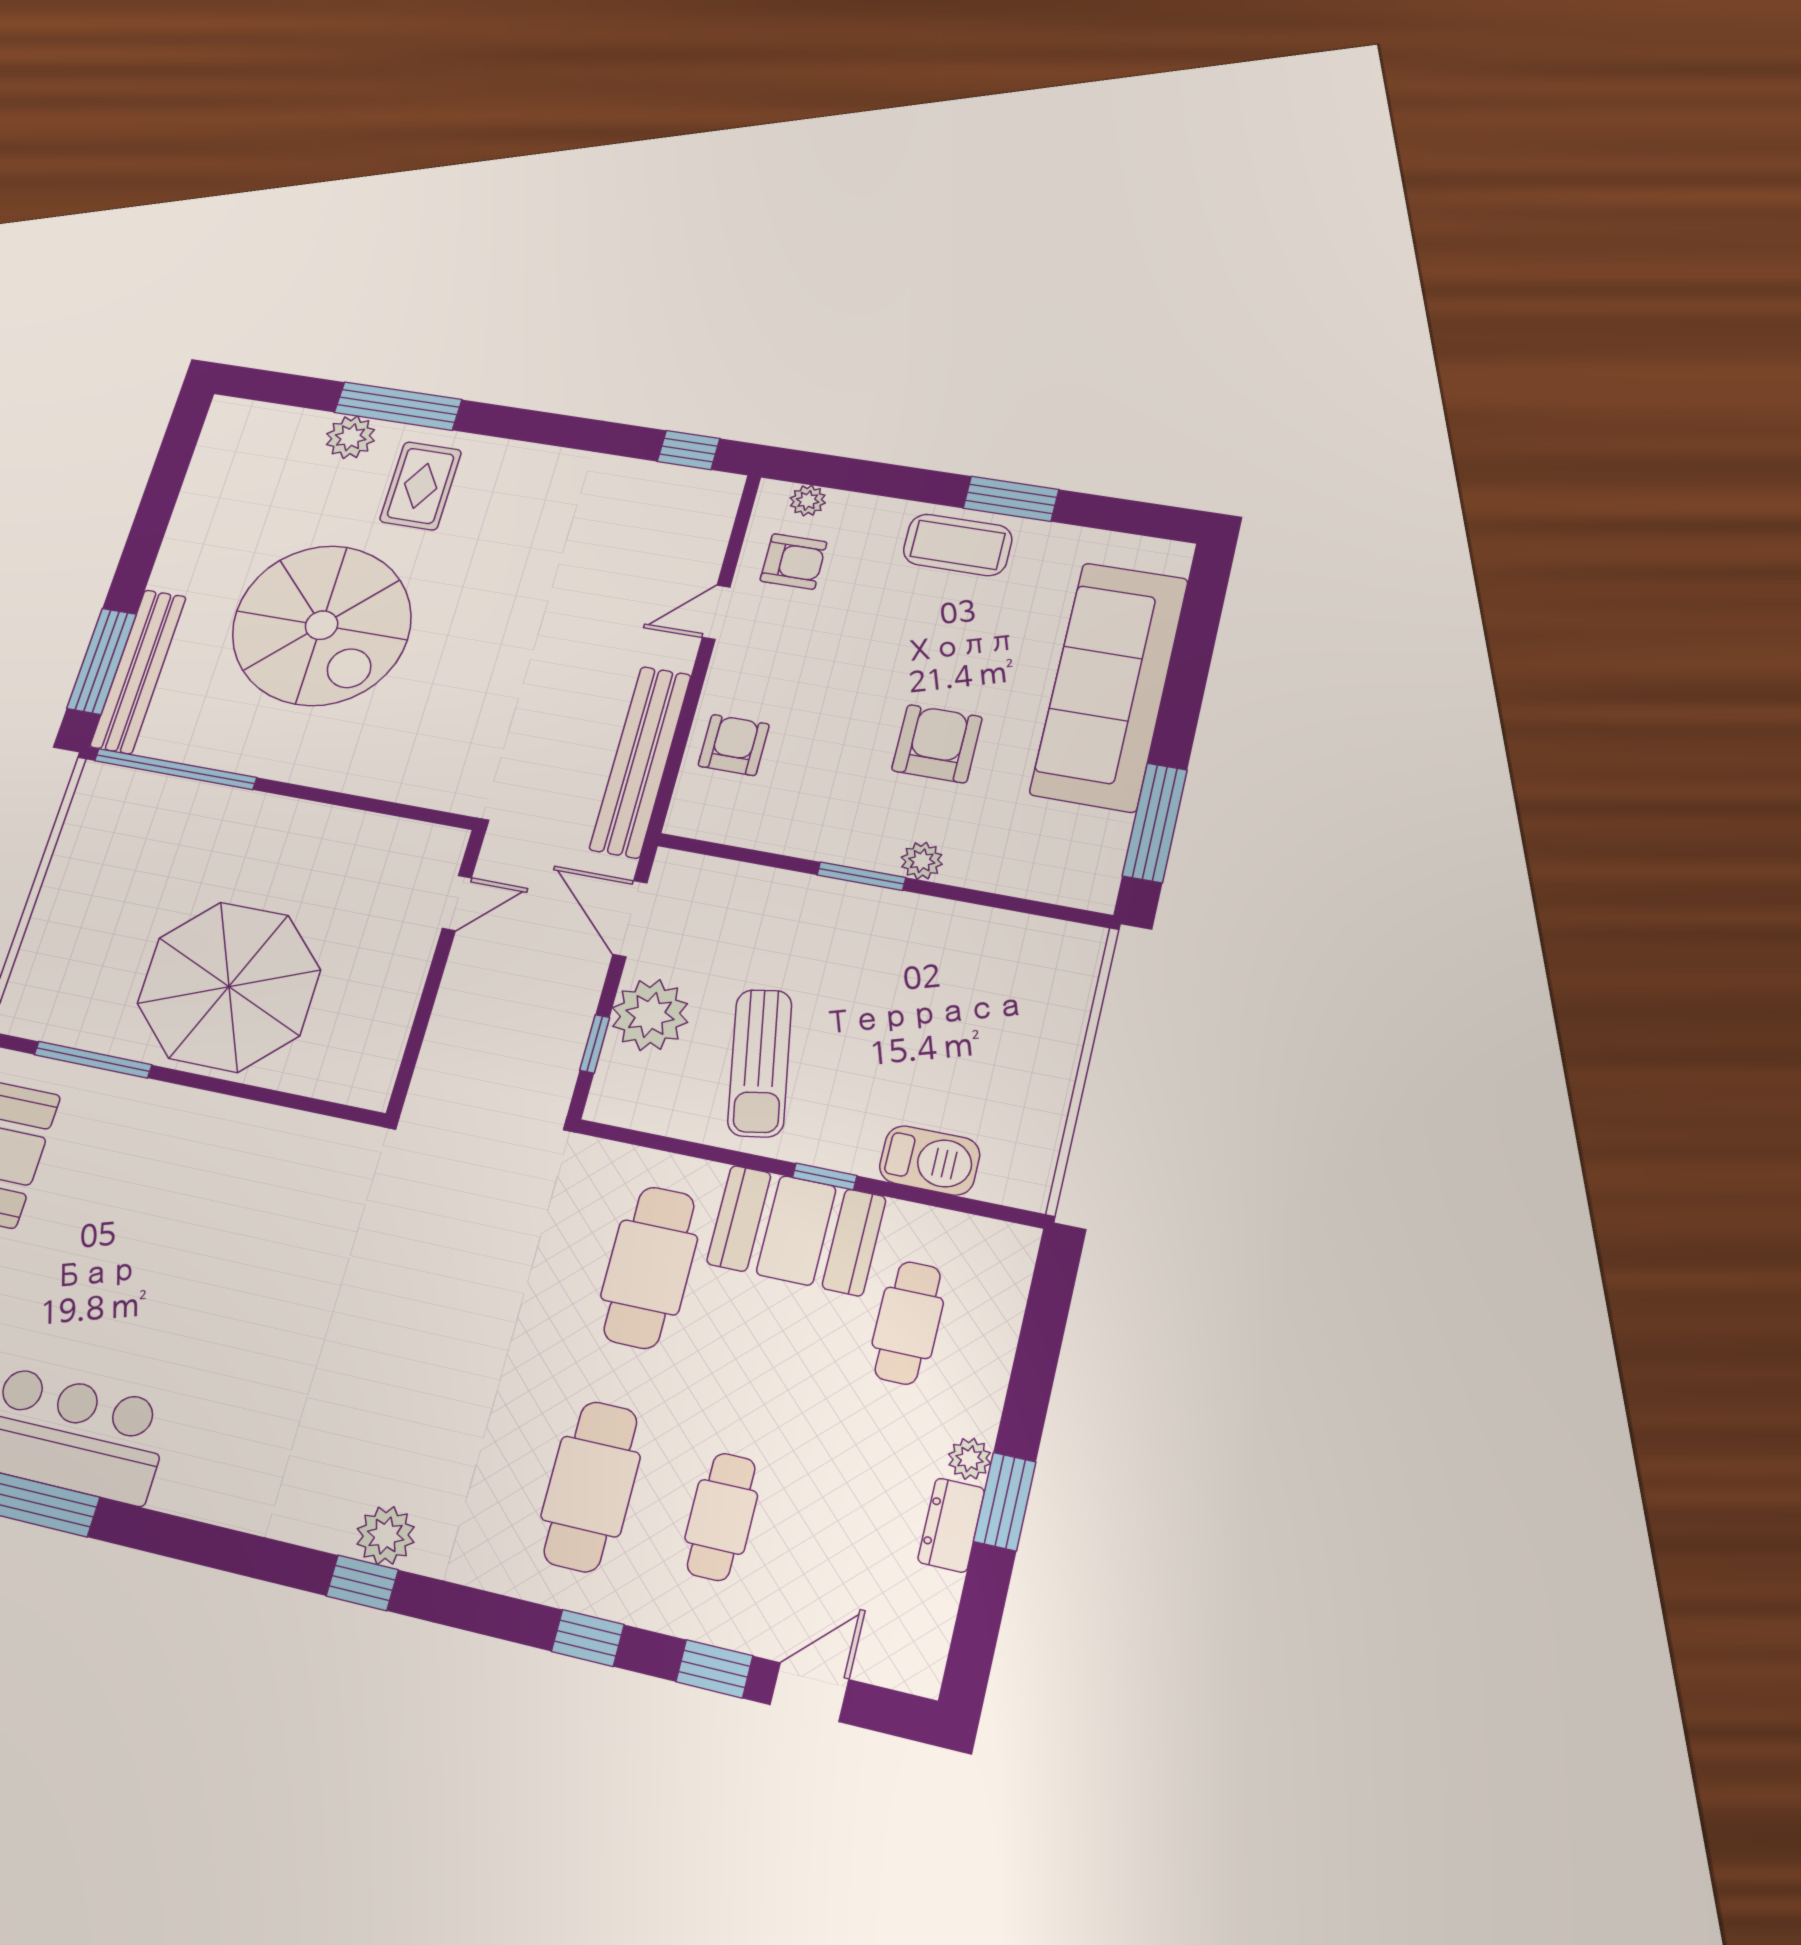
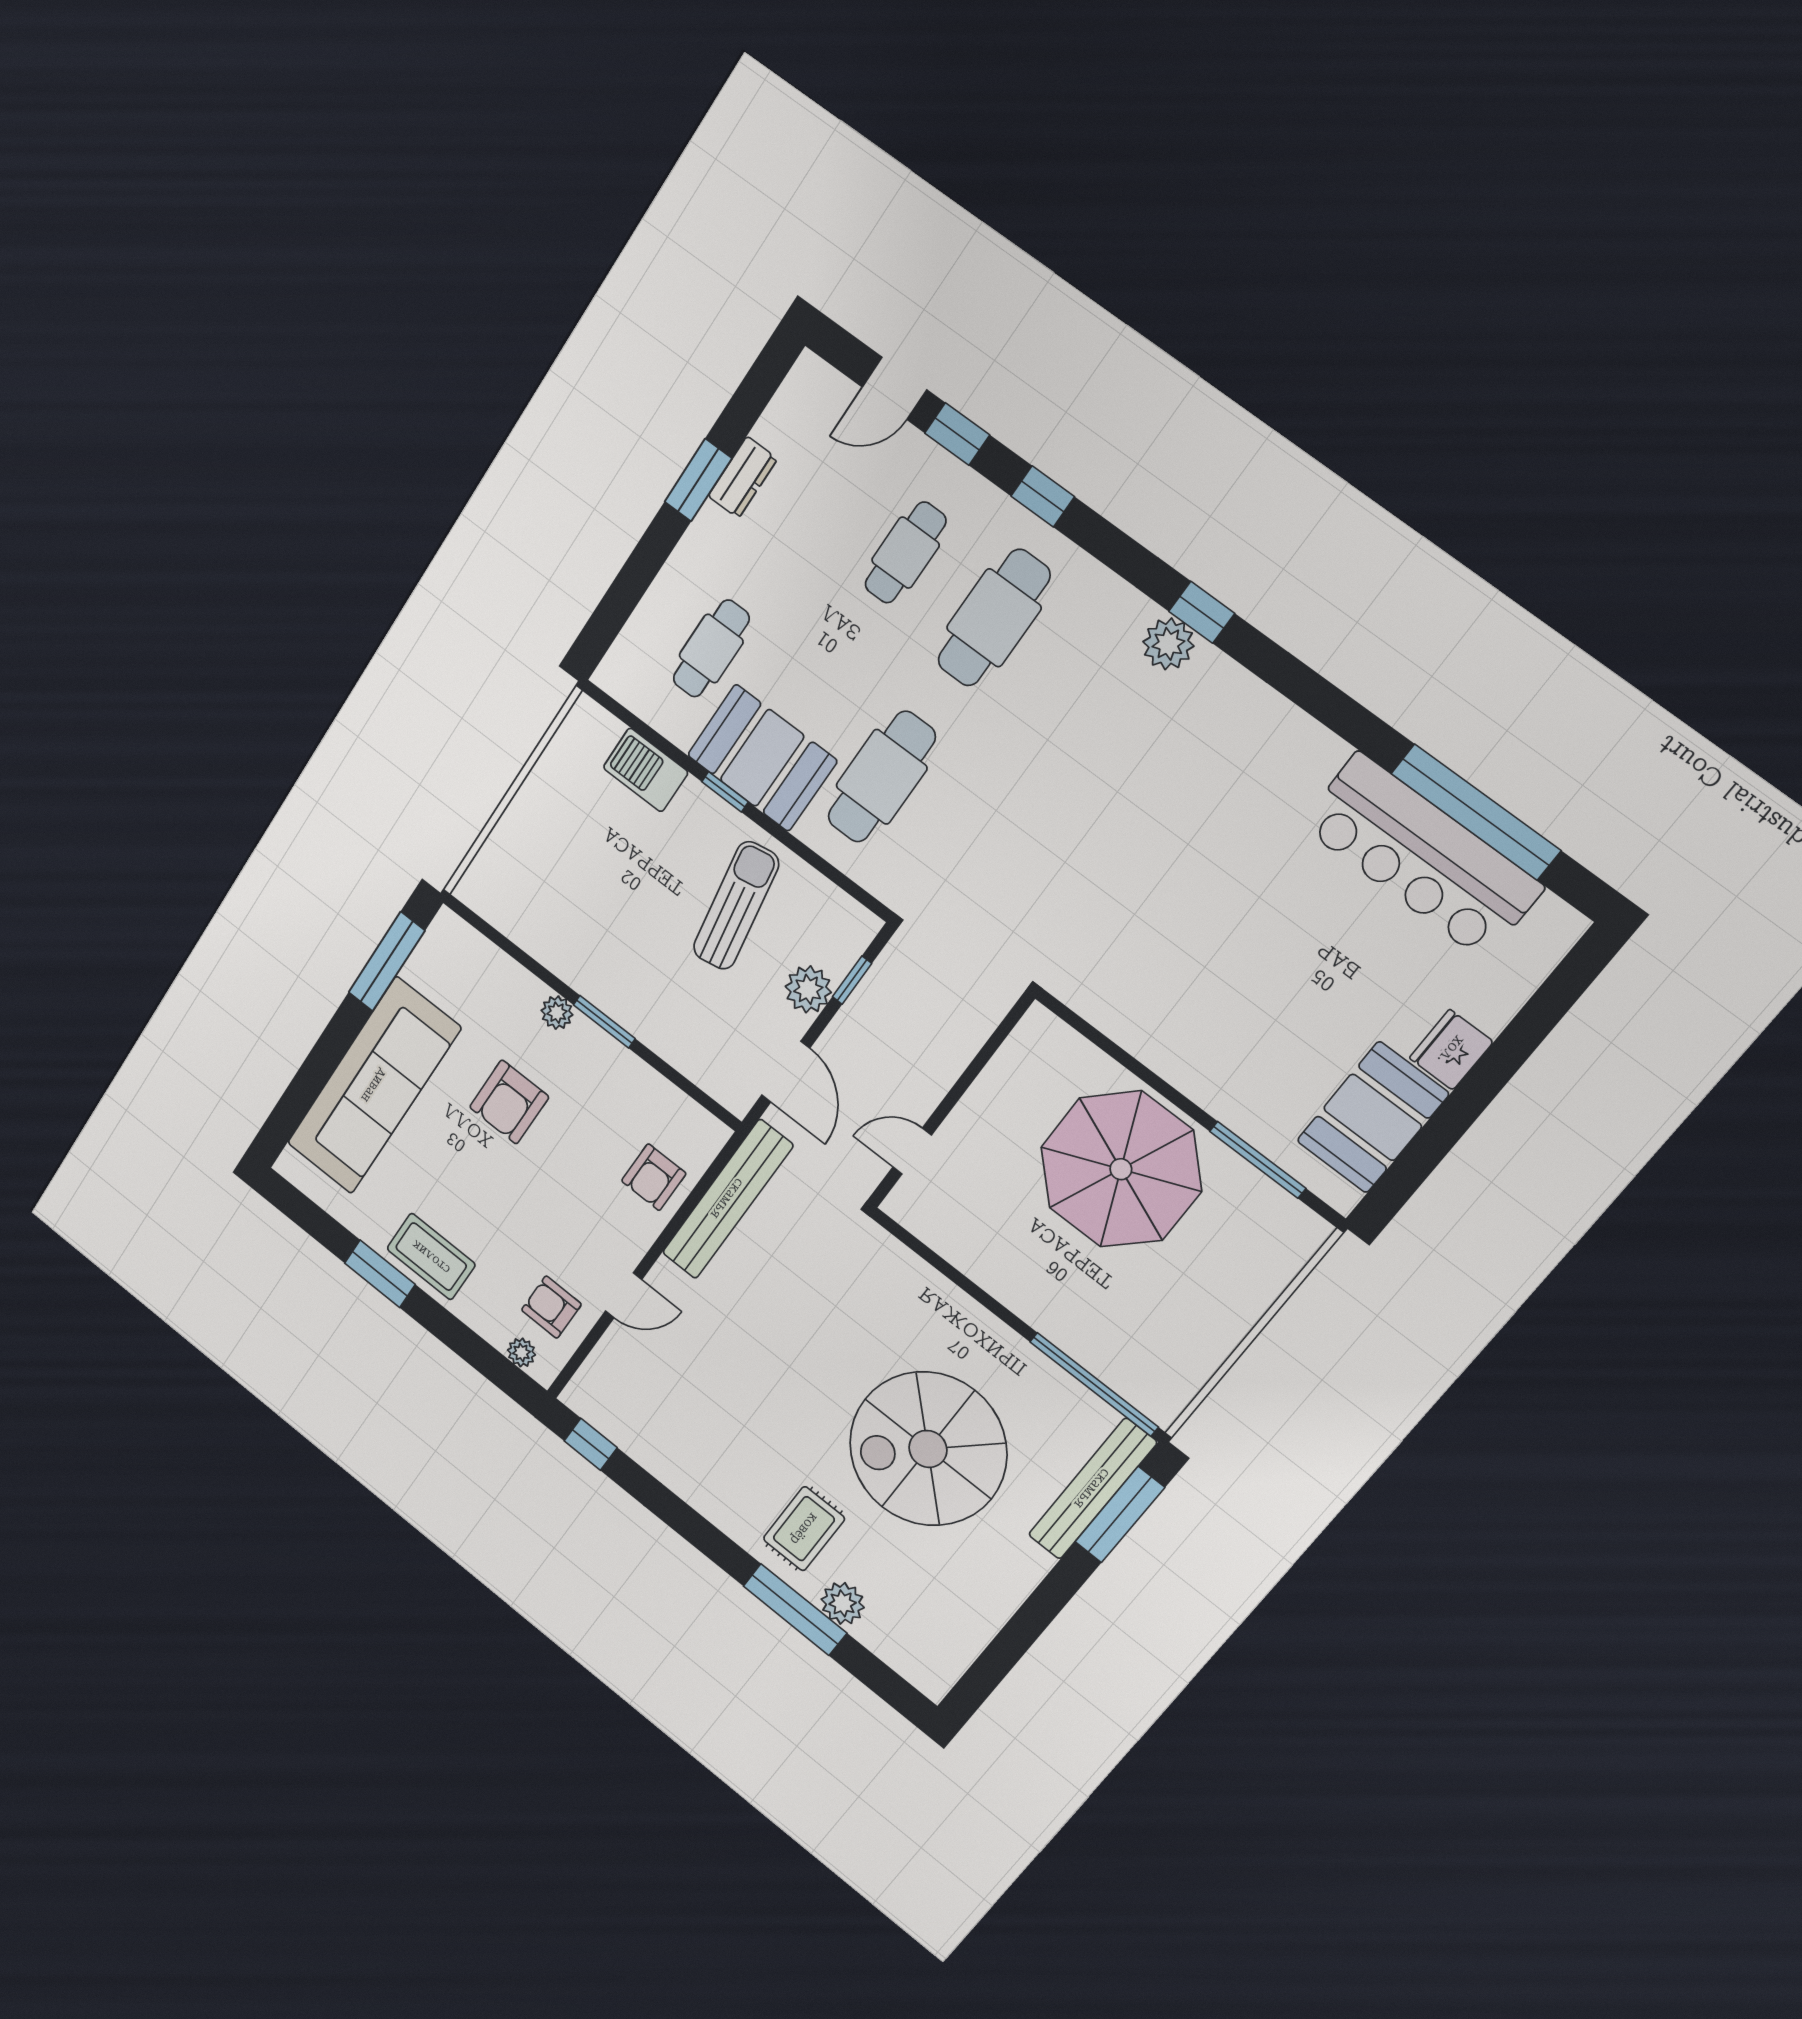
spiral stairs: (322, 625) -> (928, 1449), turned -90
plant: (650, 1015) -> (808, 989), width x0.73, depth x0.73
plant: (970, 1459) -> (710, 523), removed

